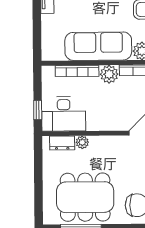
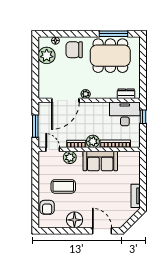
sofa: (98, 46) -> (100, 161), width x0.73
plant: (82, 142) -> (86, 94), moved

